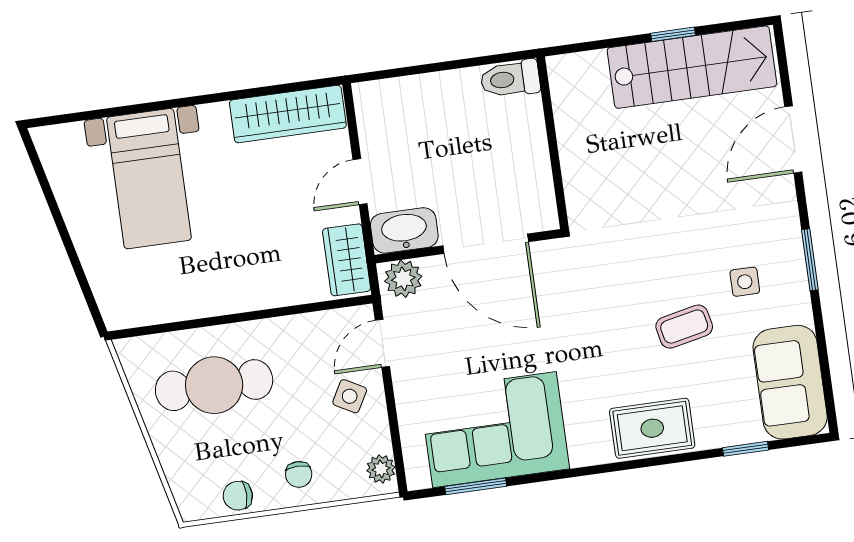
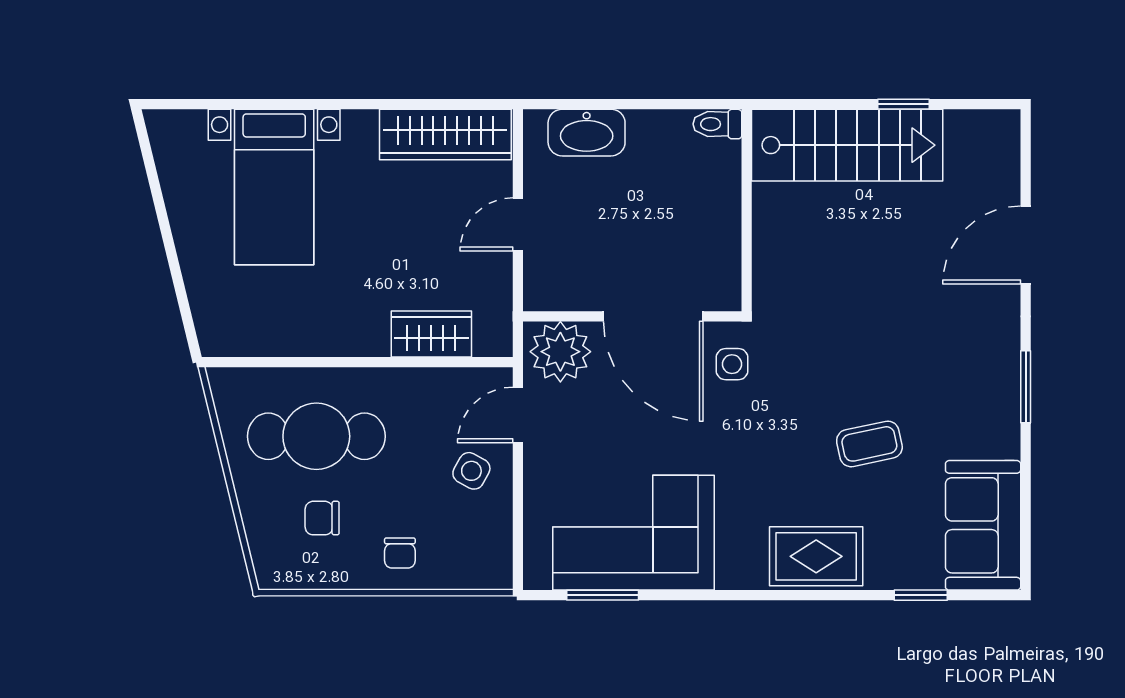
stairs: (692, 67) -> (847, 145), moved
toilet: (510, 79) -> (717, 124), width x0.73, depth x0.72
washbasin: (404, 230) -> (587, 133), moved, turned 180
wardrobe: (347, 260) -> (431, 334), moved, turned 90
plant: (403, 279) -> (560, 352), width x1.36, depth x1.36
side table: (745, 282) -> (732, 364), moved
plant: (381, 469) -> (496, 560), removed
chair: (238, 496) -> (322, 518), moved

